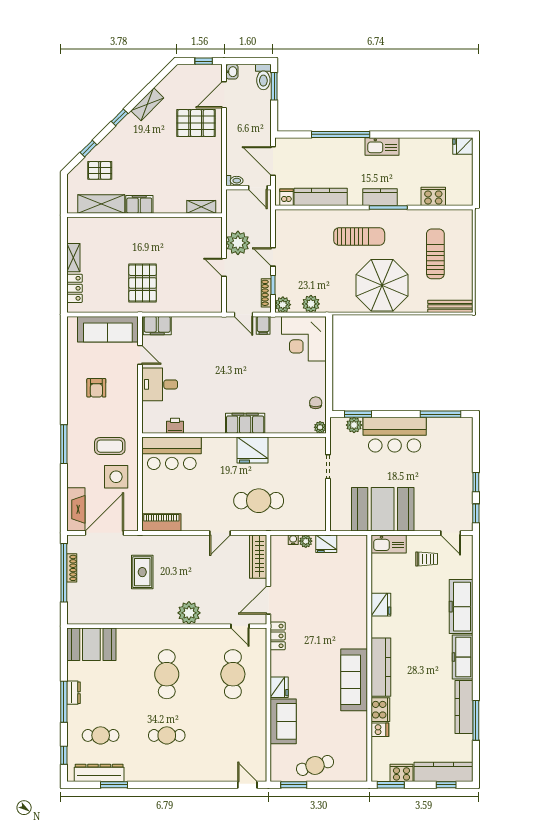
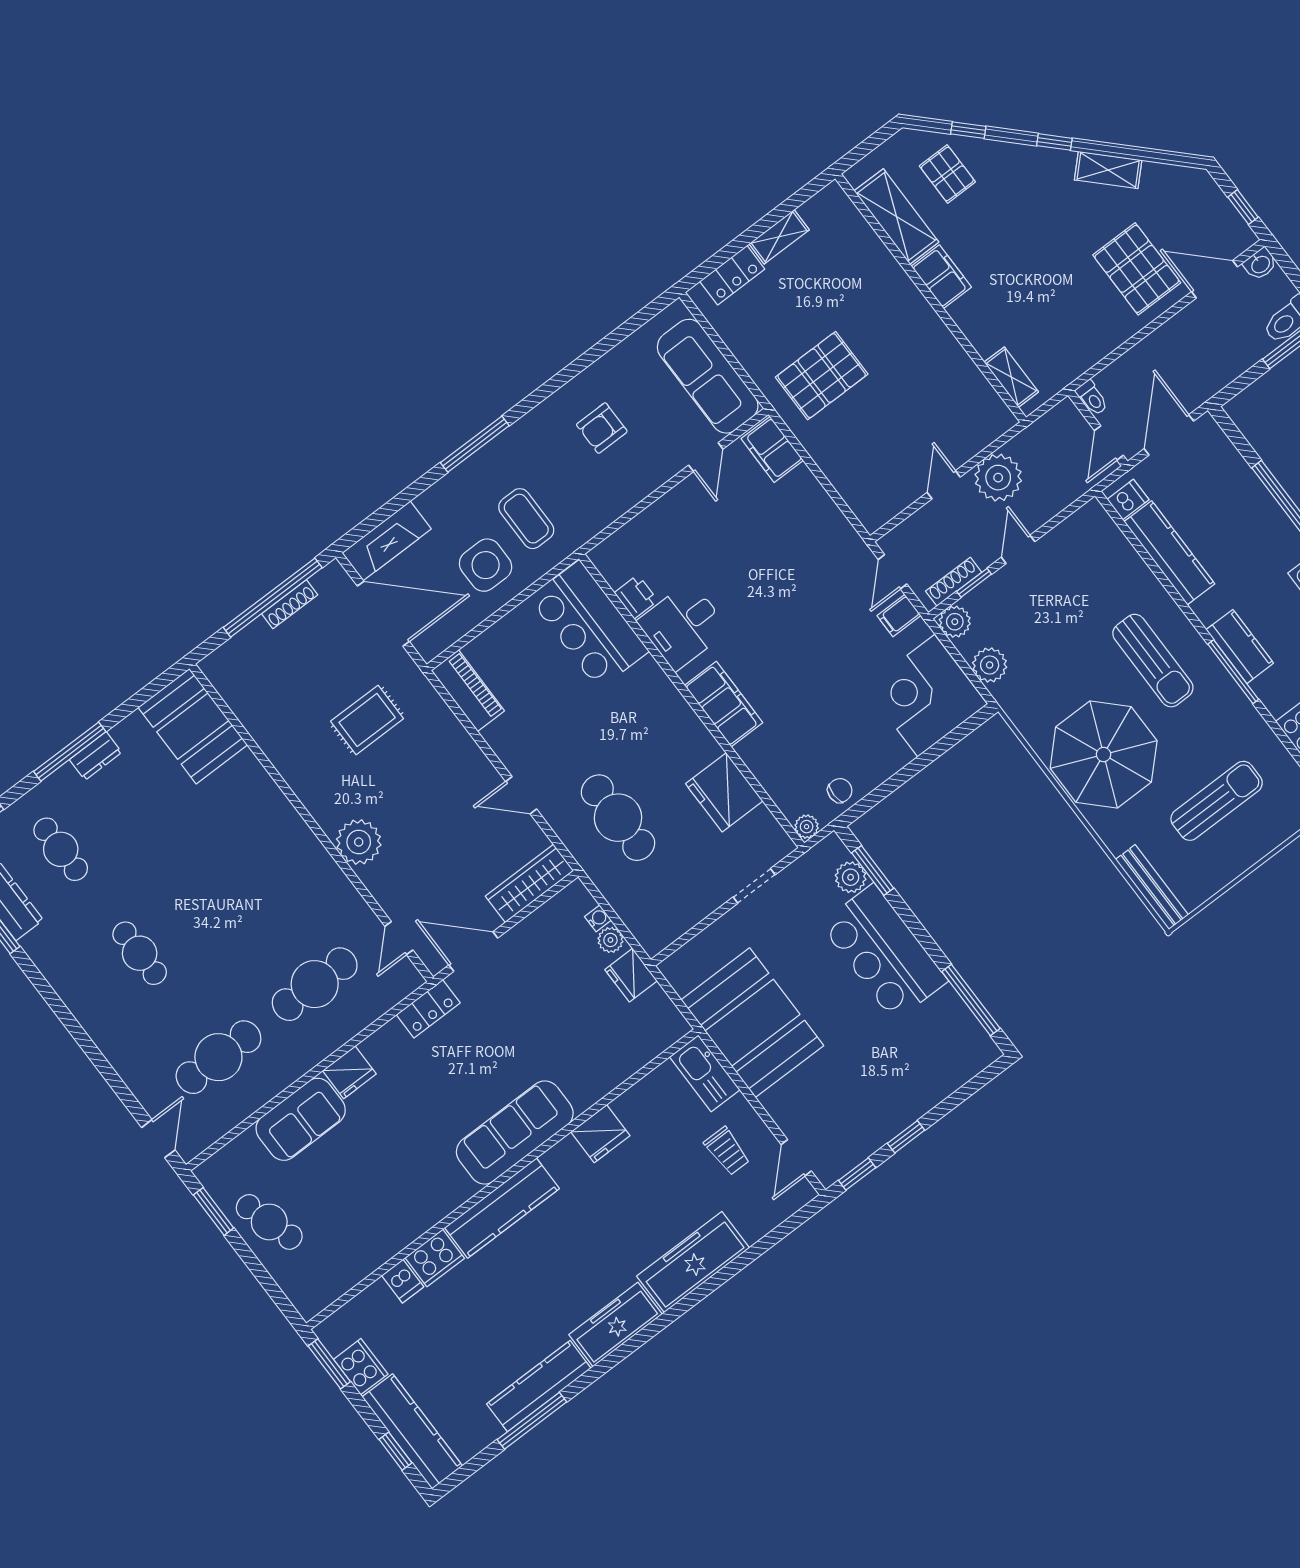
desk: (160, 384) -> (683, 626), moved, turned -90
fridge: (252, 450) -> (724, 792), moved
cafe table: (167, 674) -> (218, 1057), moved
sofa: (354, 680) -> (515, 1132), moved

